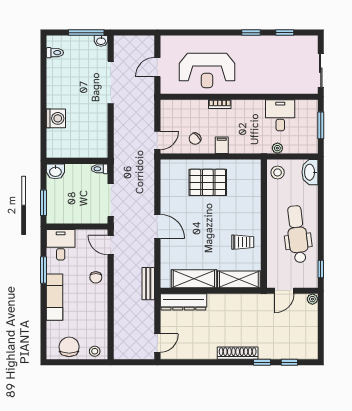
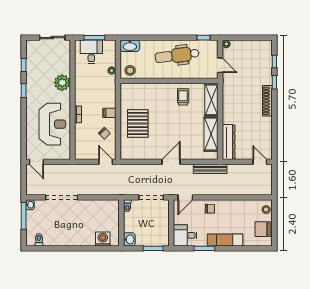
door: (157, 67) -> (36, 162), moved
plant: (262, 83) -> (62, 83), added
desk: (280, 115) -> (91, 52), moved, turned 90
washing machine: (56, 118) -> (103, 239), moved
bench: (148, 284) -> (210, 169), width x1.36

